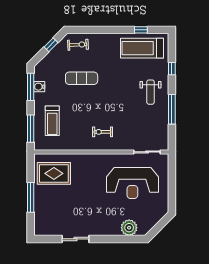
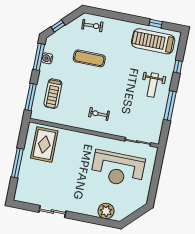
window: (51, 45) -> (58, 26), moved
rug: (54, 173) -> (44, 144), turned 90

